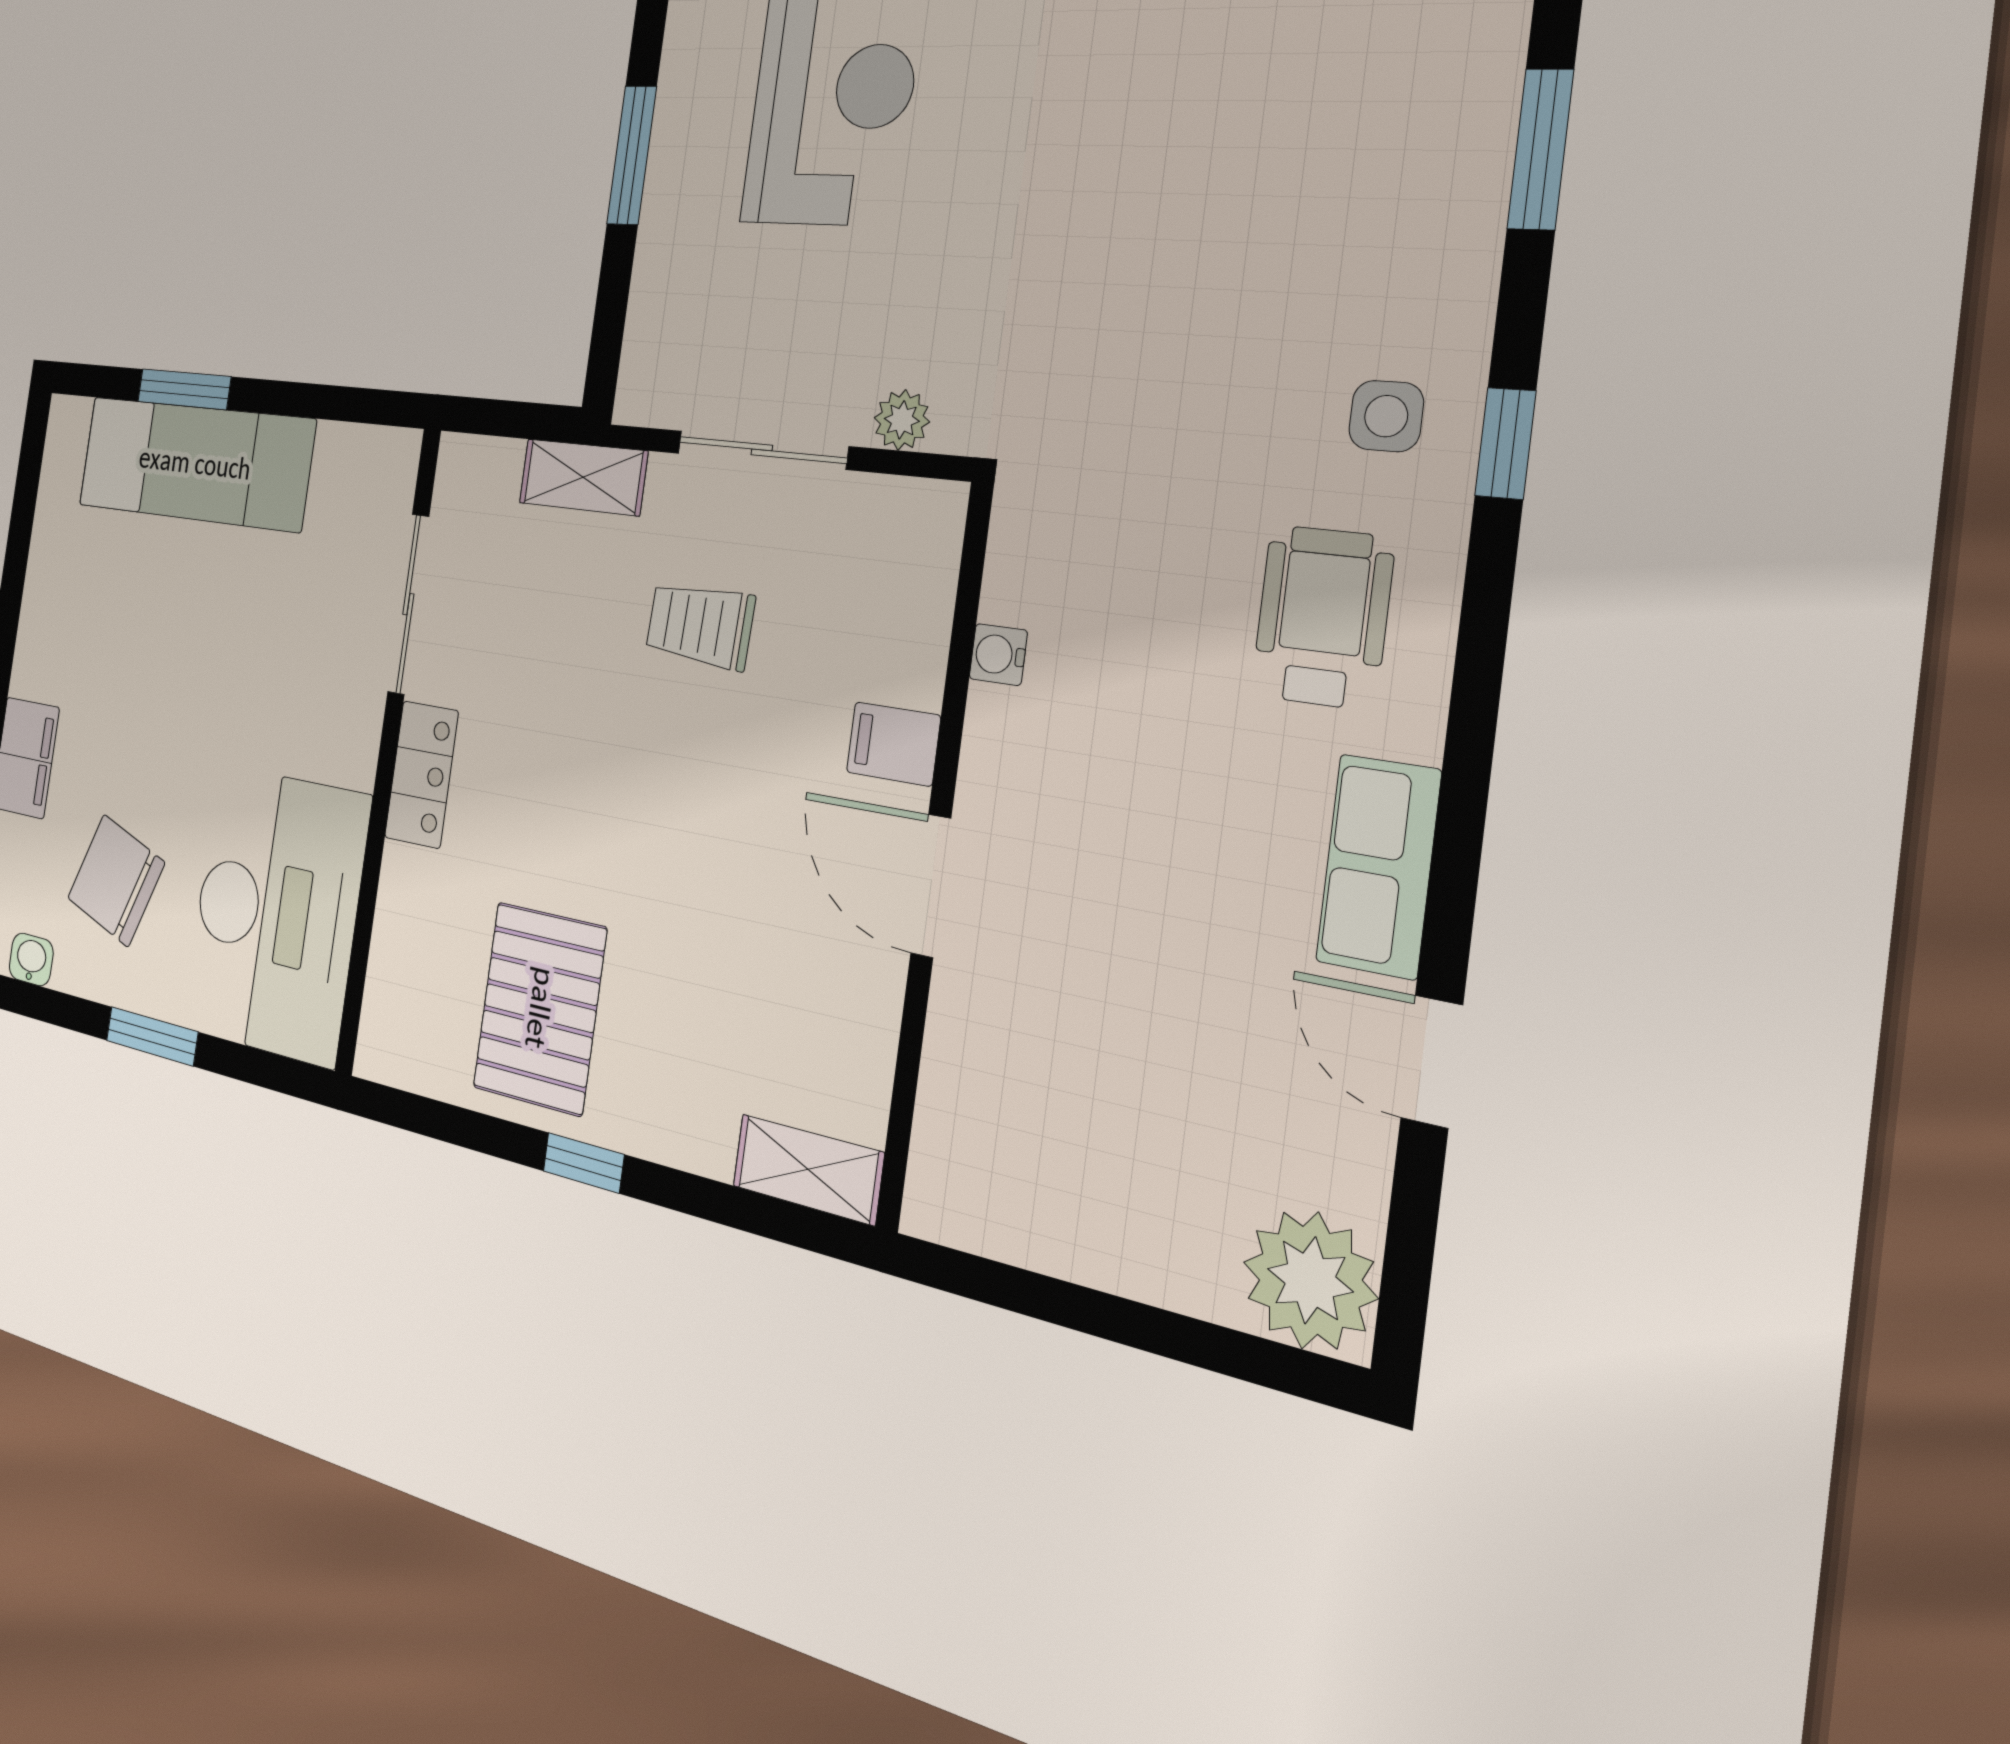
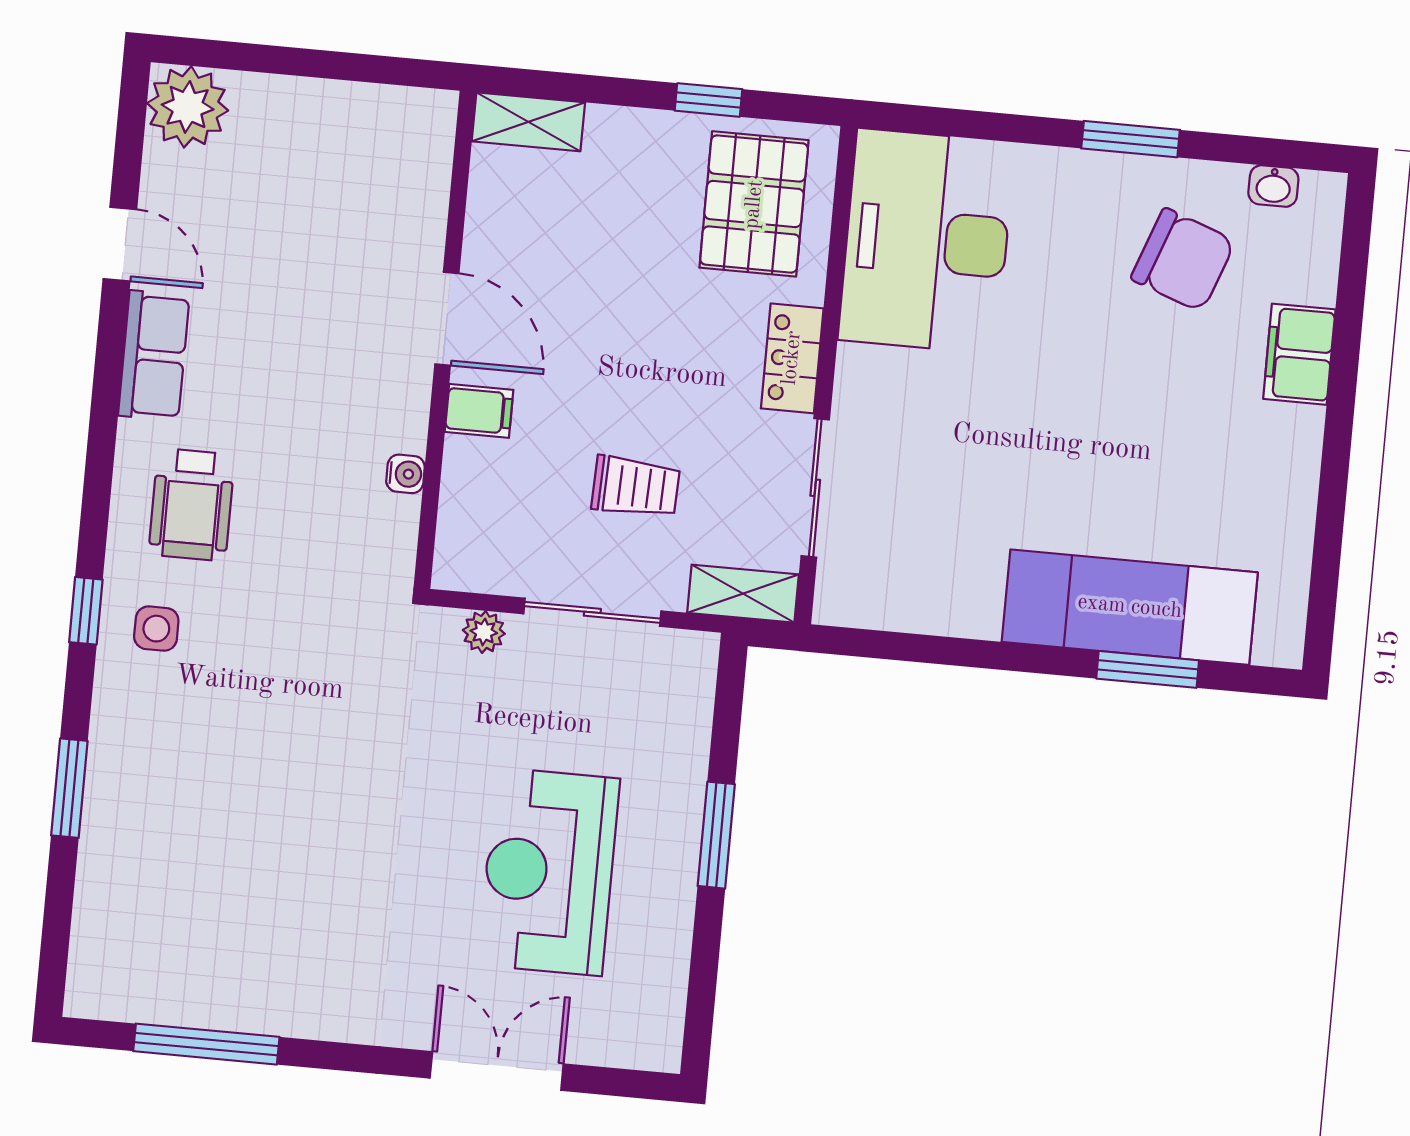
sliding door: (408, 604) -> (815, 488), moved
wall: (388, 750) -> (826, 375), moved
locker: (421, 774) -> (792, 358), moved
desk: (276, 913) -> (927, 241), moved

